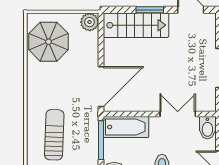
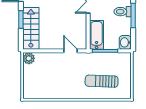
parasol: (49, 42) -> (41, 85), removed
door: (101, 87) -> (70, 51), width x0.53

